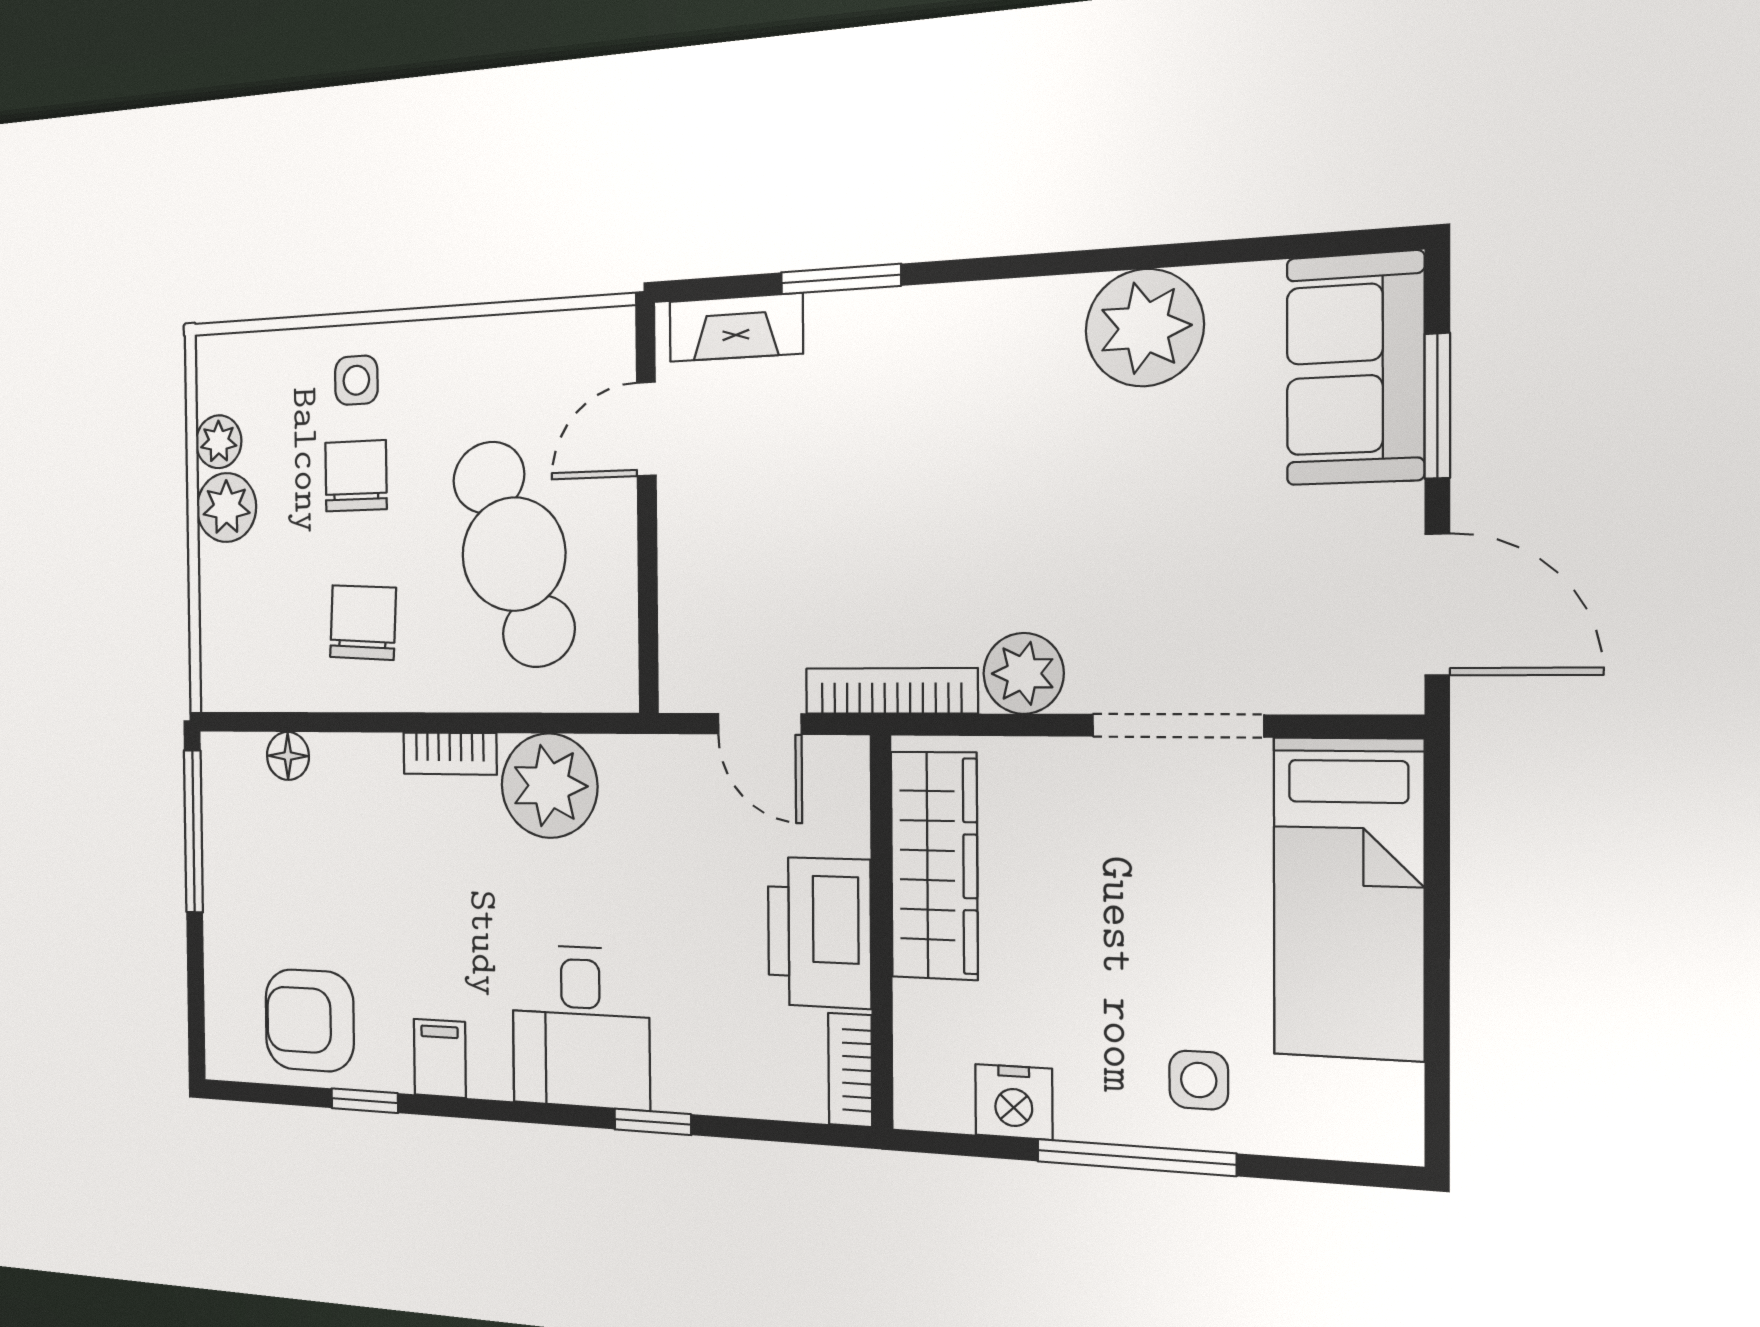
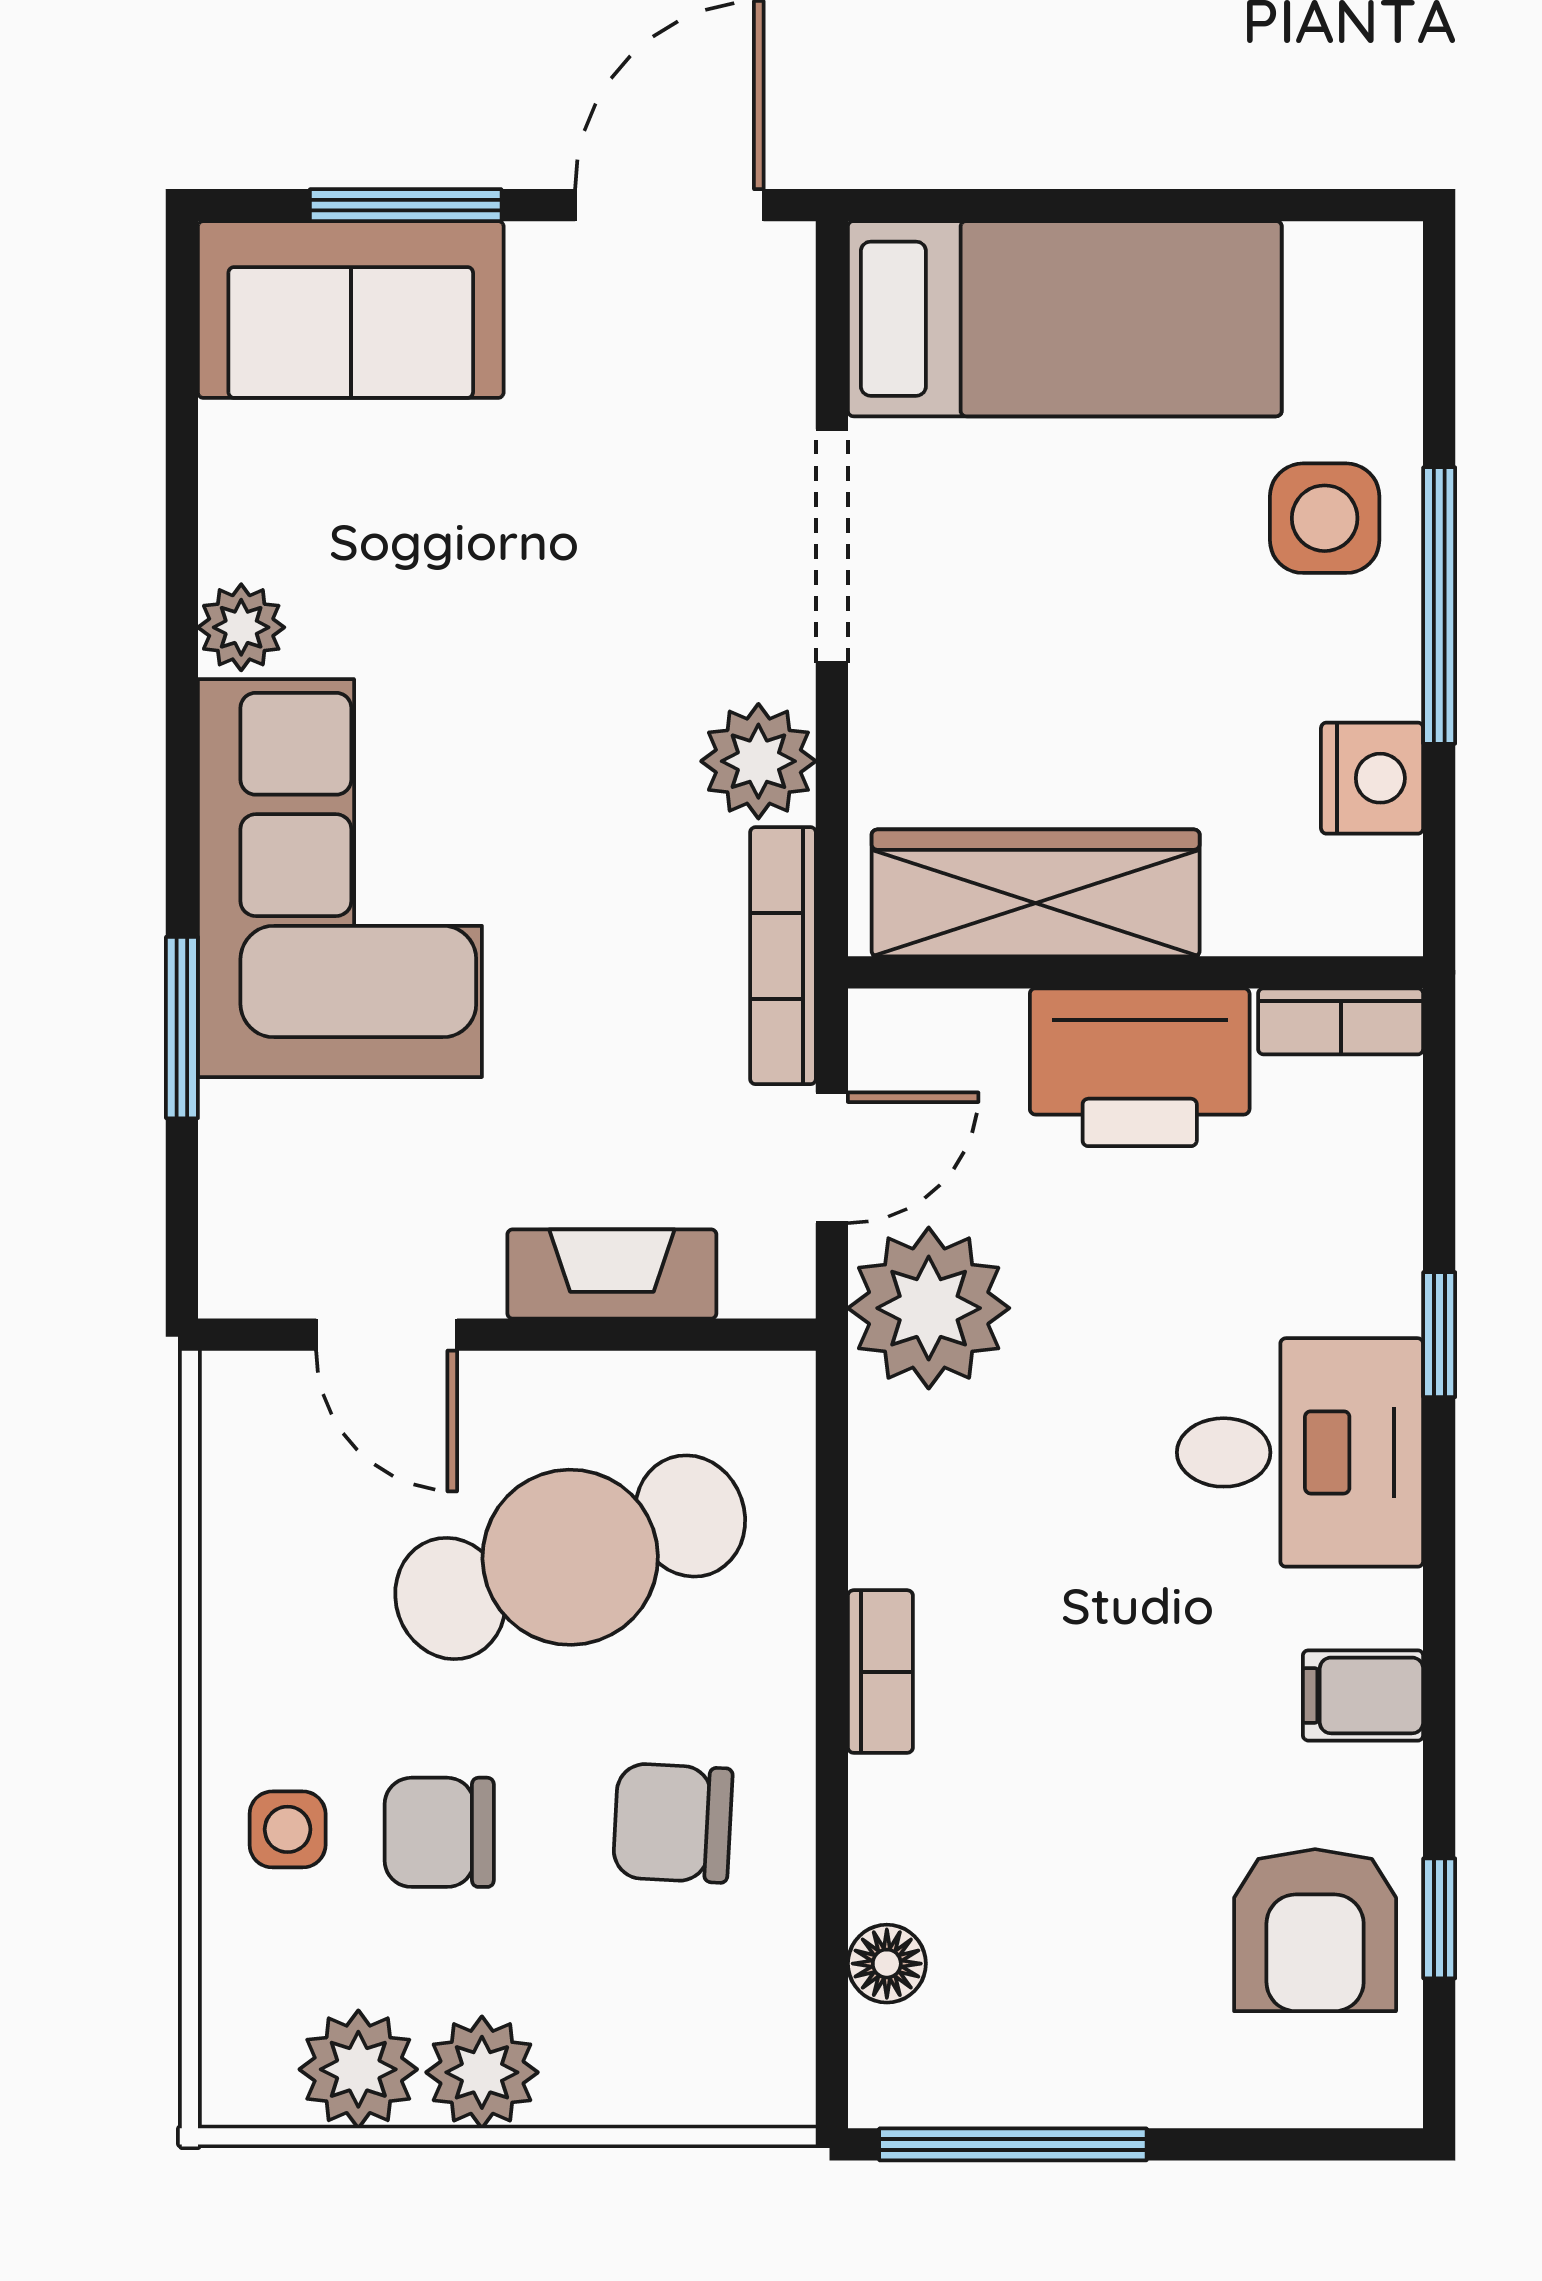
fireplace: (736, 327) -> (612, 1274), moved, turned -90
plant: (1144, 328) -> (241, 627), width x0.53, depth x0.53
corner sofa: (941, 382) -> (340, 878), added
plant: (219, 442) -> (358, 2069), width x1.38, depth x1.38
plant: (549, 786) -> (929, 1308), moved
side table: (1199, 1080) -> (1325, 518), width x1.37, depth x1.37
window: (365, 1101) -> (1439, 1918), moved

